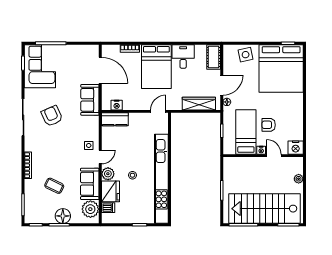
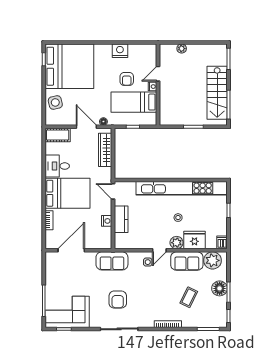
sofa: (90, 100) -> (112, 261), moved
nightstand: (117, 105) -> (107, 221), moved
armchair: (52, 116) -> (118, 300), turned -66
kitchen counter: (115, 119) -> (121, 219), moved
nightstand: (296, 148) -> (120, 51), moved, turned -90
door: (100, 157) -> (159, 250), swing flipped
dishwasher: (108, 208) -> (222, 242), moved
stairs: (265, 209) -> (217, 93), width x0.73, depth x0.66

